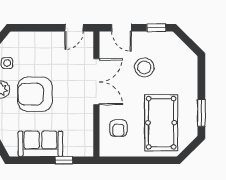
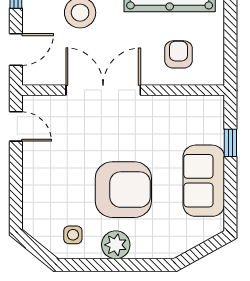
armchair: (35, 94) -> (123, 190), turned -90
armchair: (118, 128) -> (178, 54), turned -90

